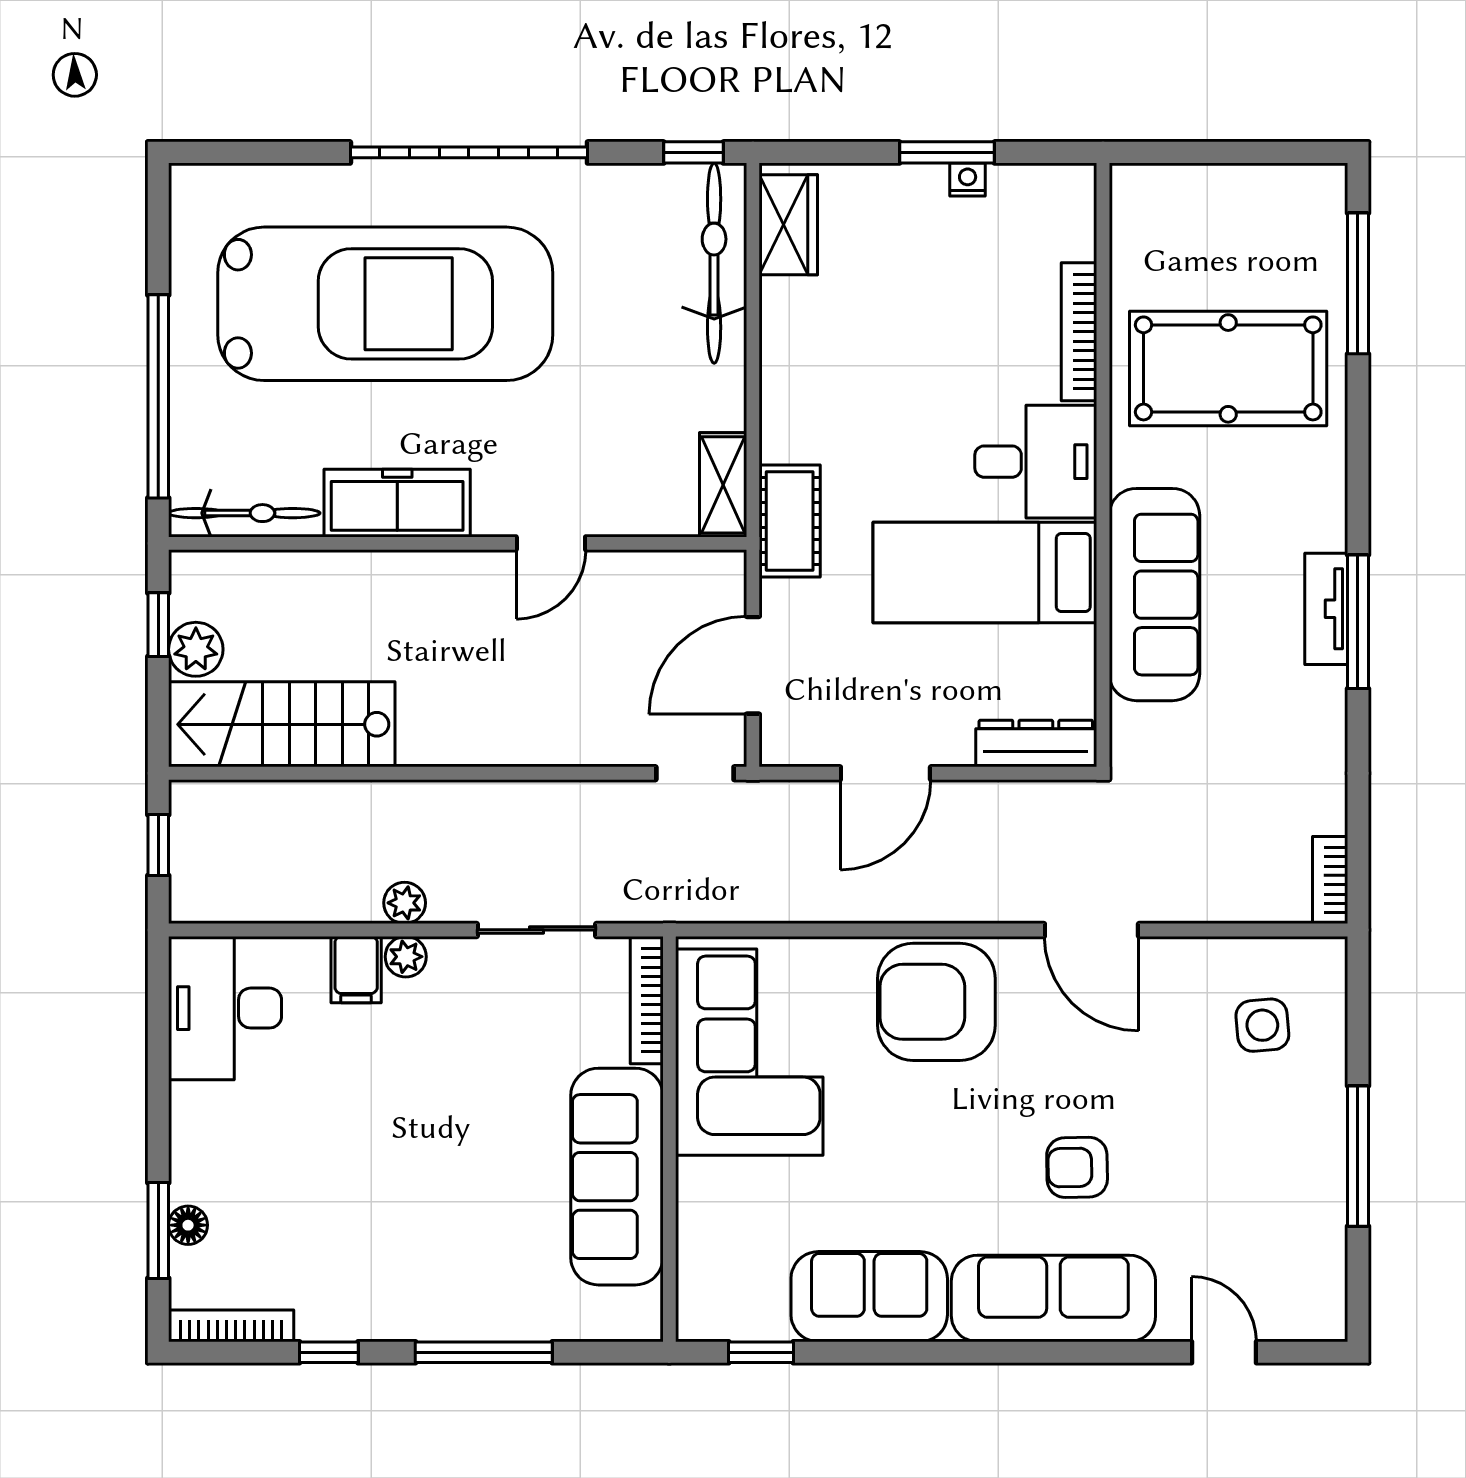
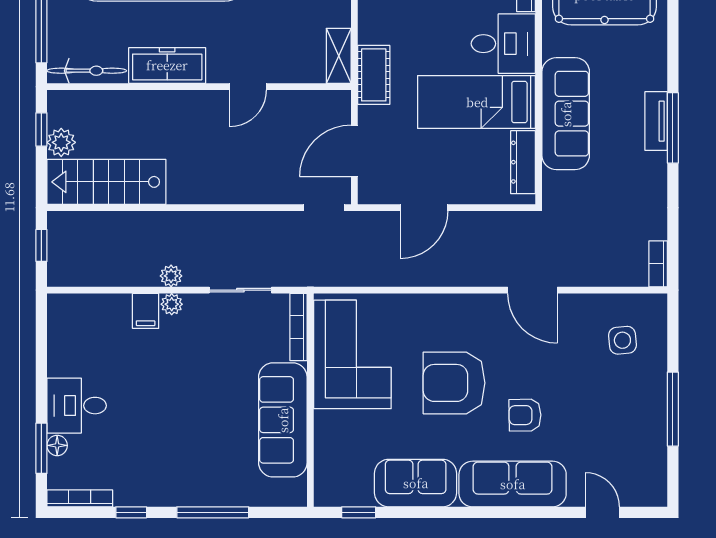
dresser: (1036, 744) -> (523, 162), moved, turned -90
armchair: (936, 1002) -> (454, 383), moved
desk: (225, 1008) -> (77, 406), moved, width x0.73

